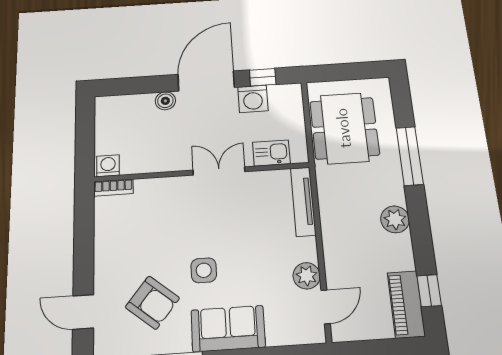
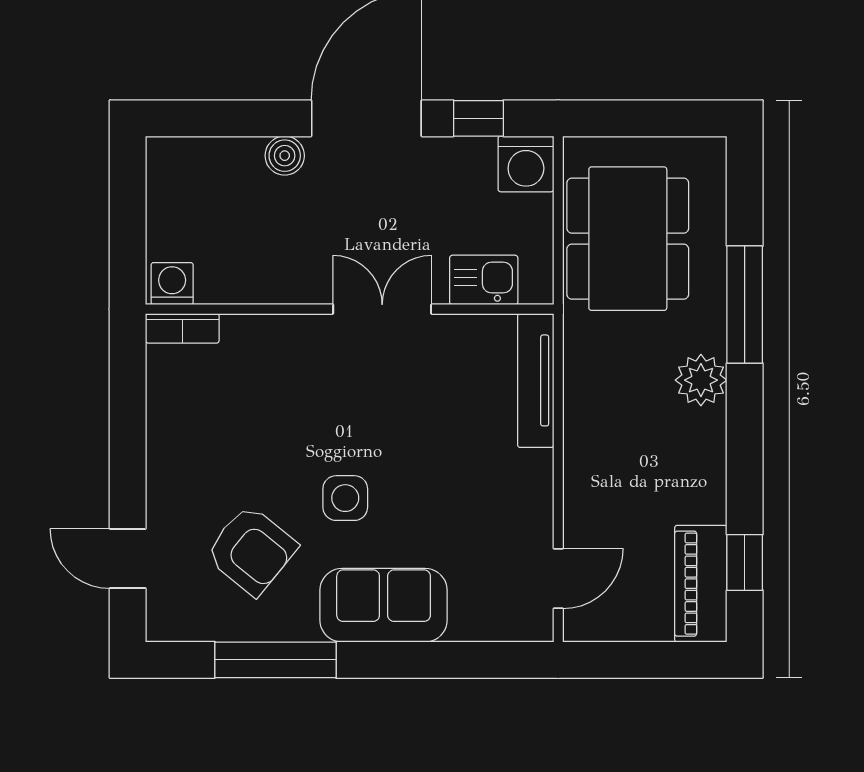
washing machine: (253, 99) -> (526, 164), moved
plant: (395, 219) -> (701, 380), moved
plant: (307, 276) -> (530, 521), removed

